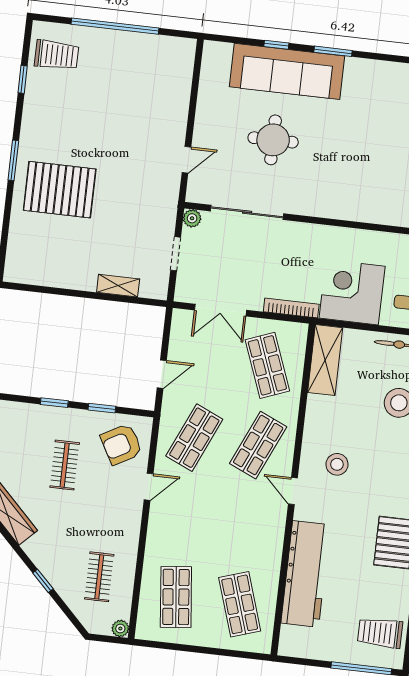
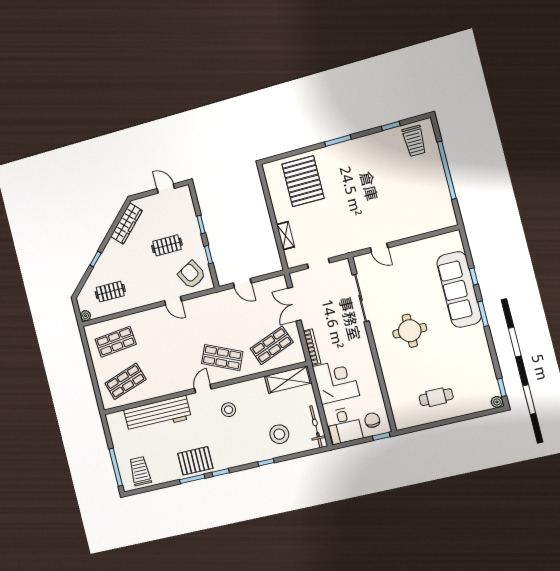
round table: (273, 140) -> (410, 331), moved
pallet: (60, 190) -> (303, 181), moved
plant: (192, 218) -> (344, 265), removed
shop shelf: (194, 438) -> (212, 317), removed

